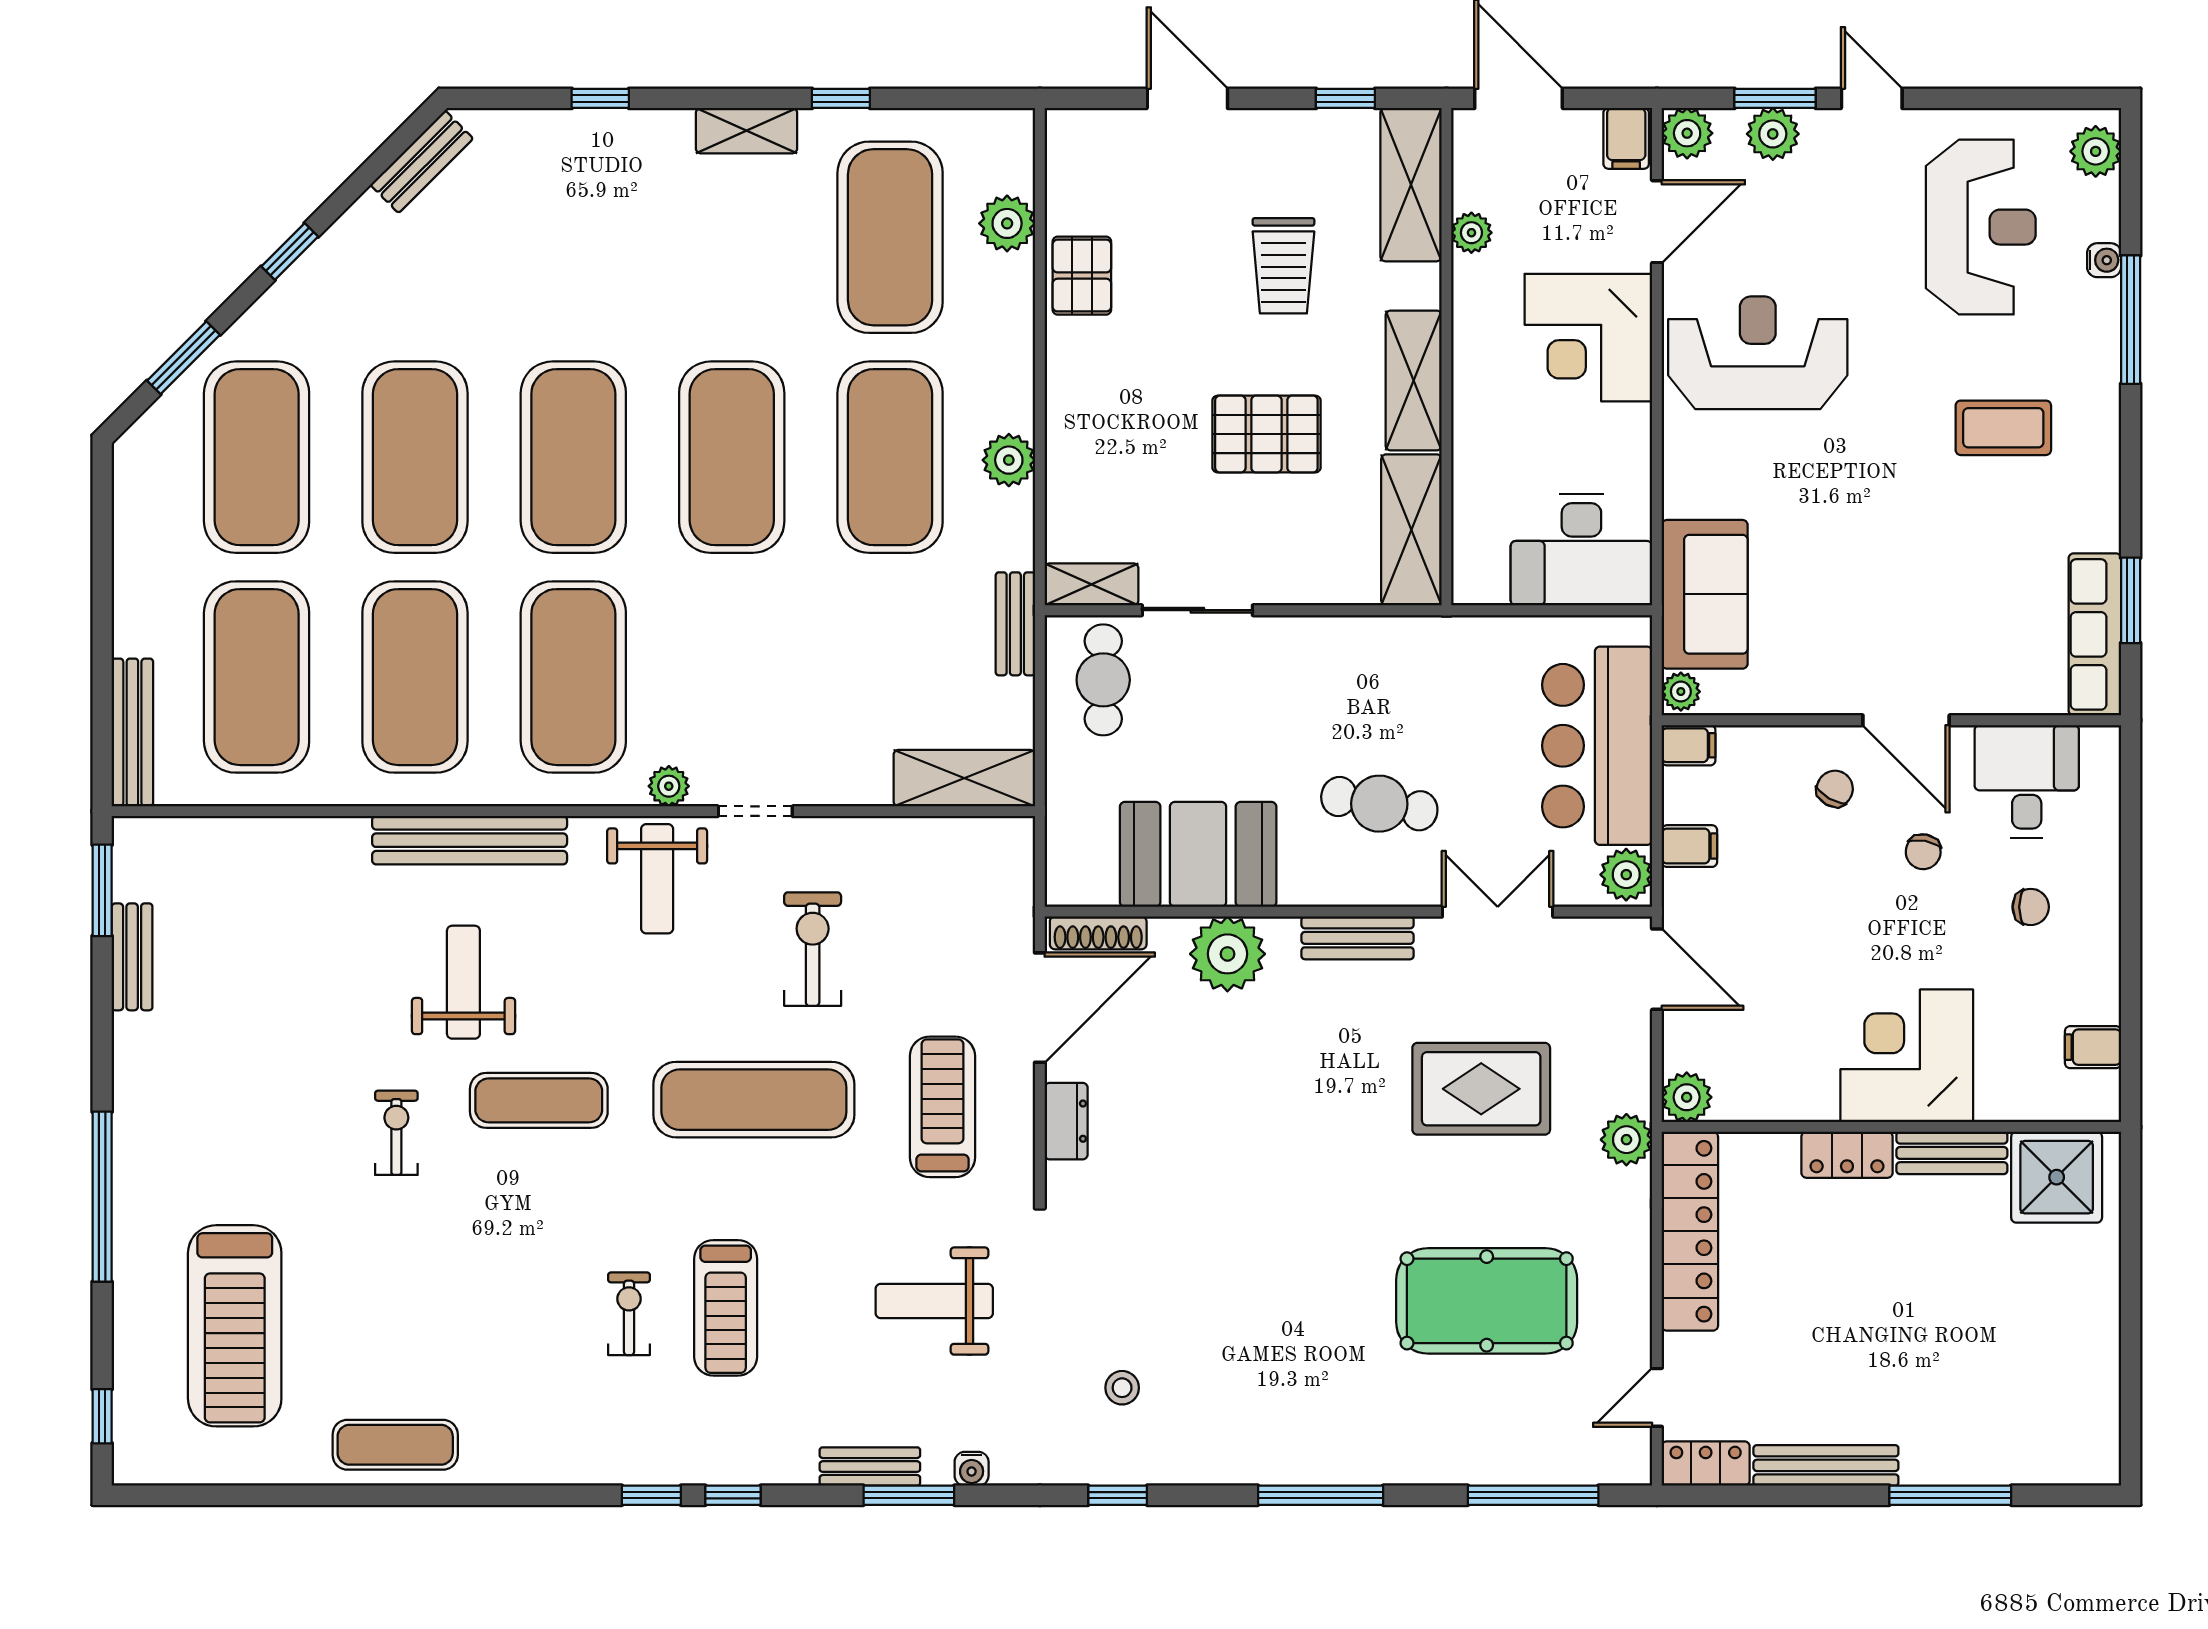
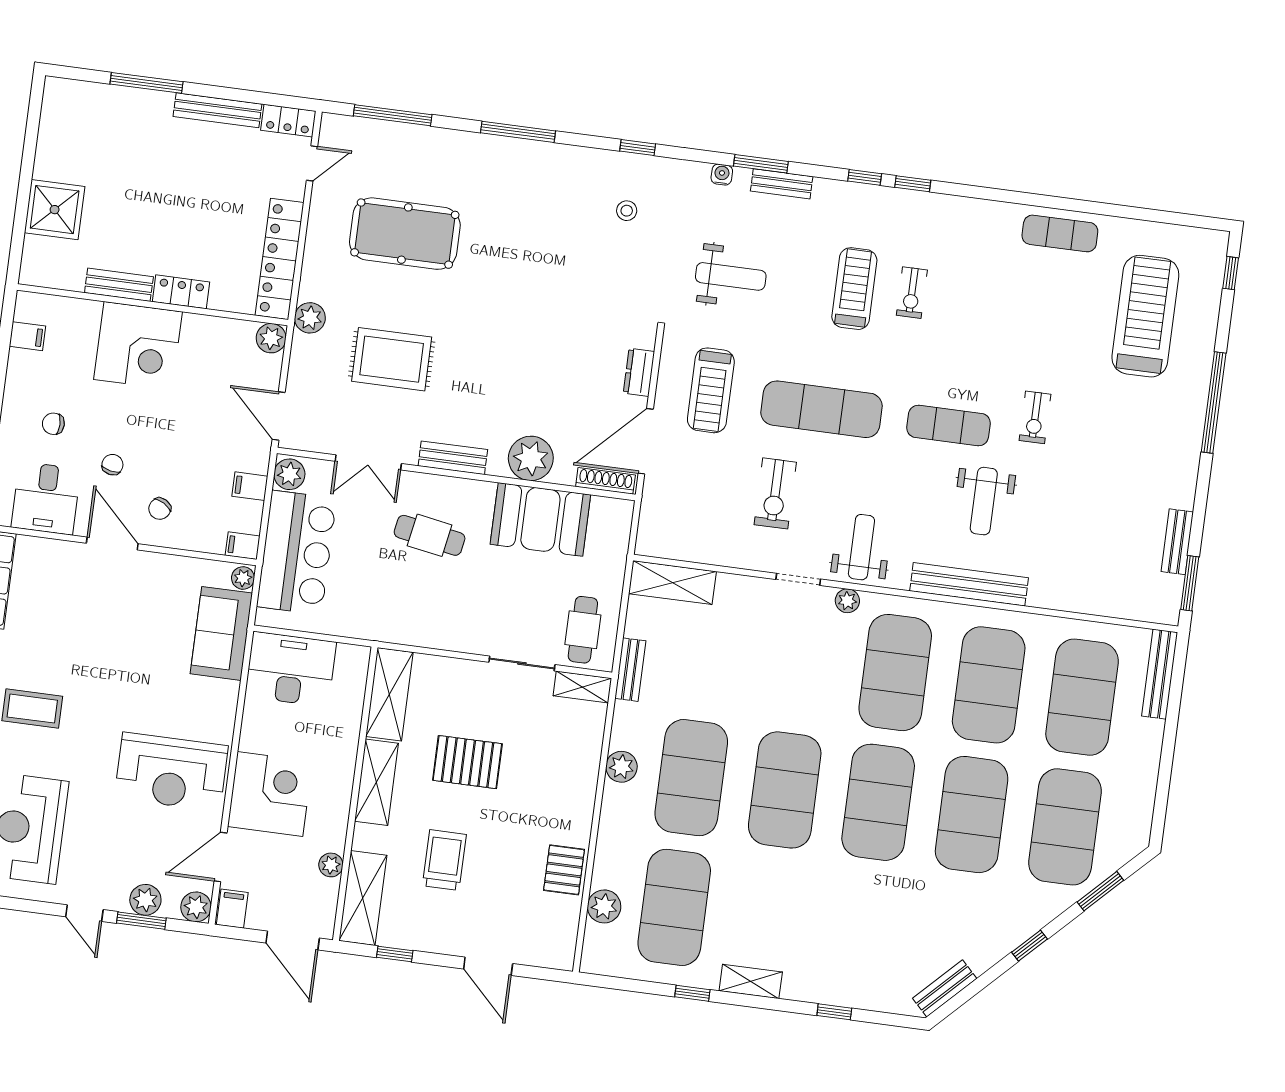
shower: (2057, 1177) -> (55, 210), moved

